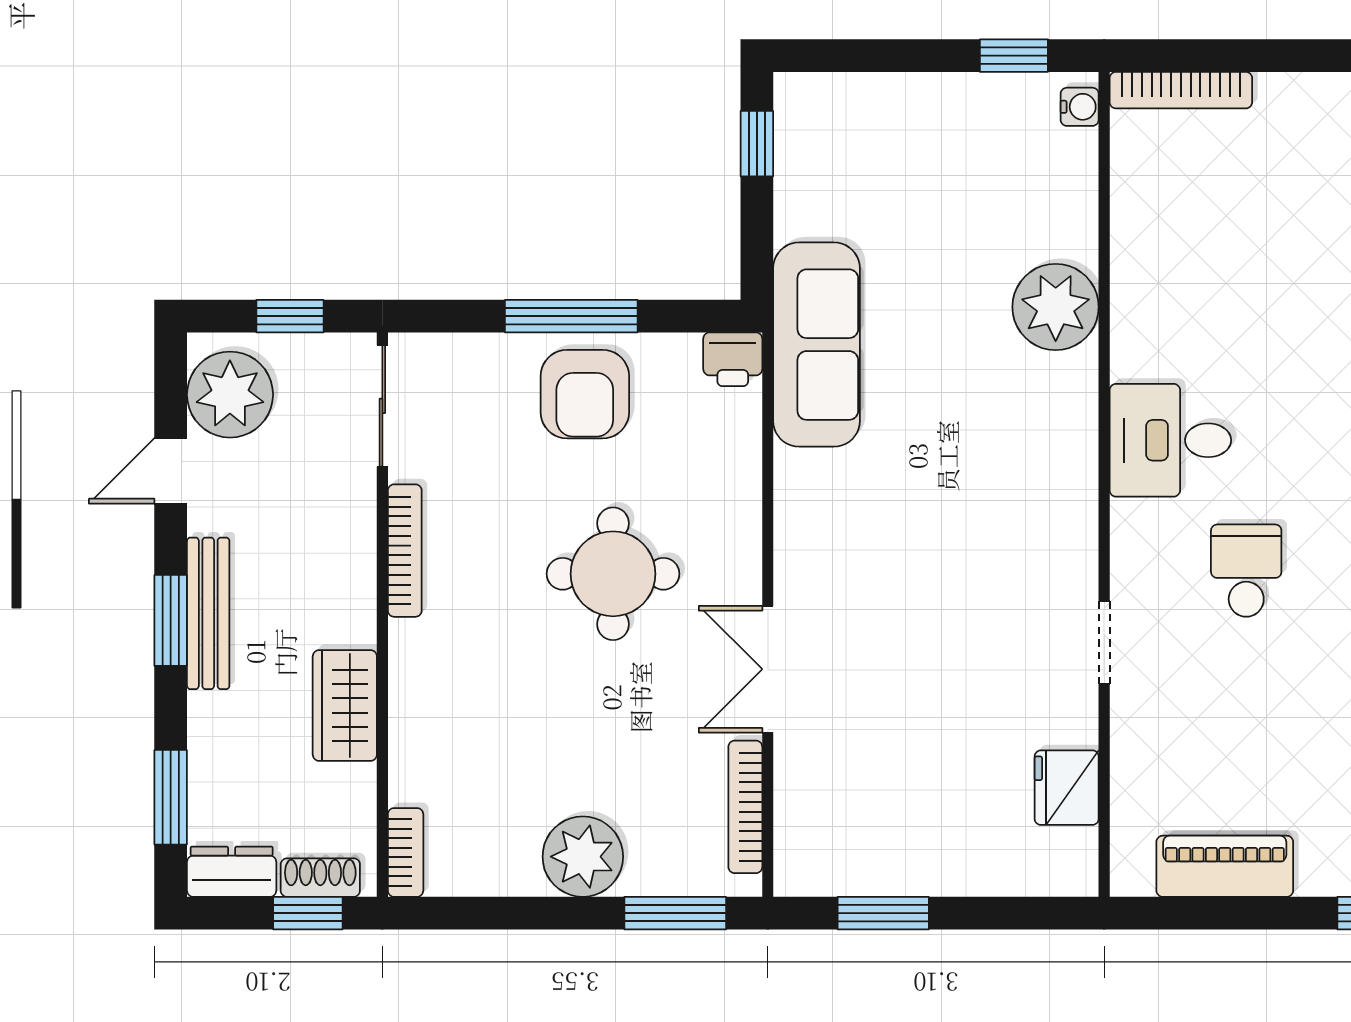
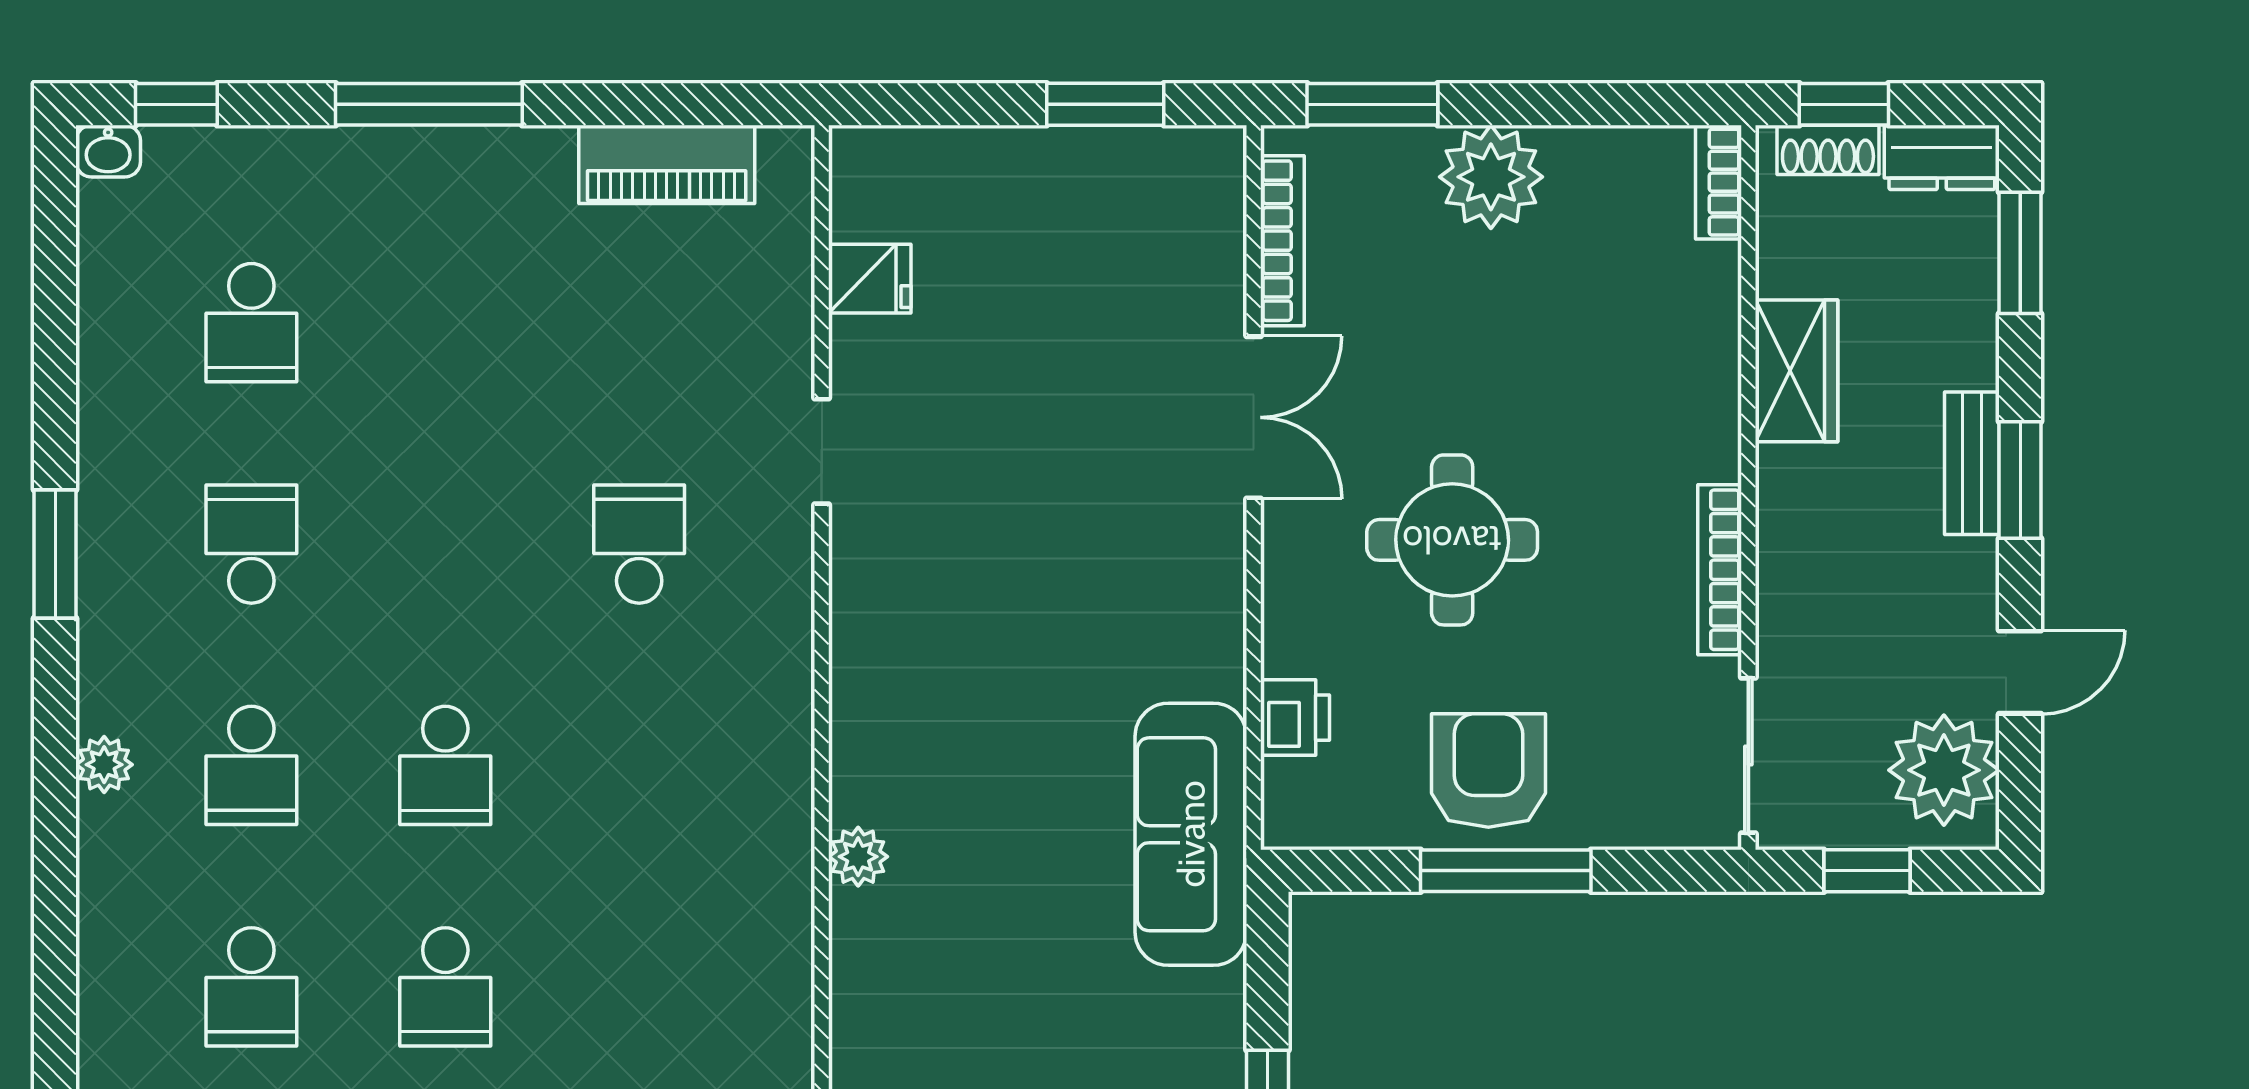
plant: (1056, 307) -> (858, 857), width x0.53, depth x0.53
printer: (733, 359) -> (1295, 718), moved, turned 90
desk: (1170, 440) -> (737, 711), removed
school desk: (1246, 571) -> (639, 544), turned 180
bench: (208, 613) -> (1972, 463), width x0.73
fridge: (1067, 788) -> (870, 279), width x0.72

